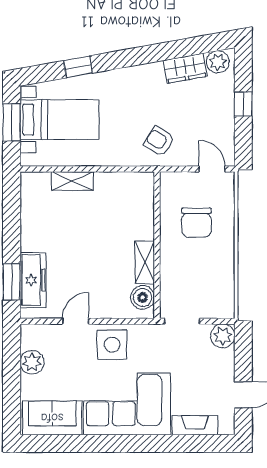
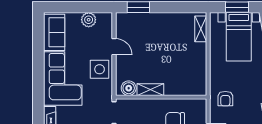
armchair: (159, 141) -> (225, 99), turned 148
shelving: (72, 181) -> (201, 29), moved
freezer: (33, 280) -> (139, 20), removed

